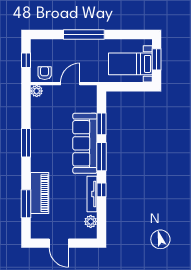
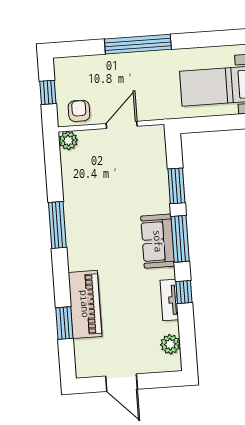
sofa: (85, 143) -> (158, 241), width x0.54, depth x0.79
tv unit: (92, 194) -> (169, 300), width x0.71
window: (26, 204) -> (64, 323), width x0.69

